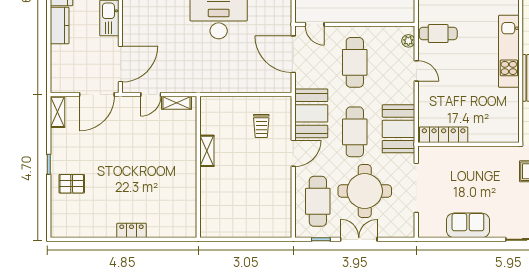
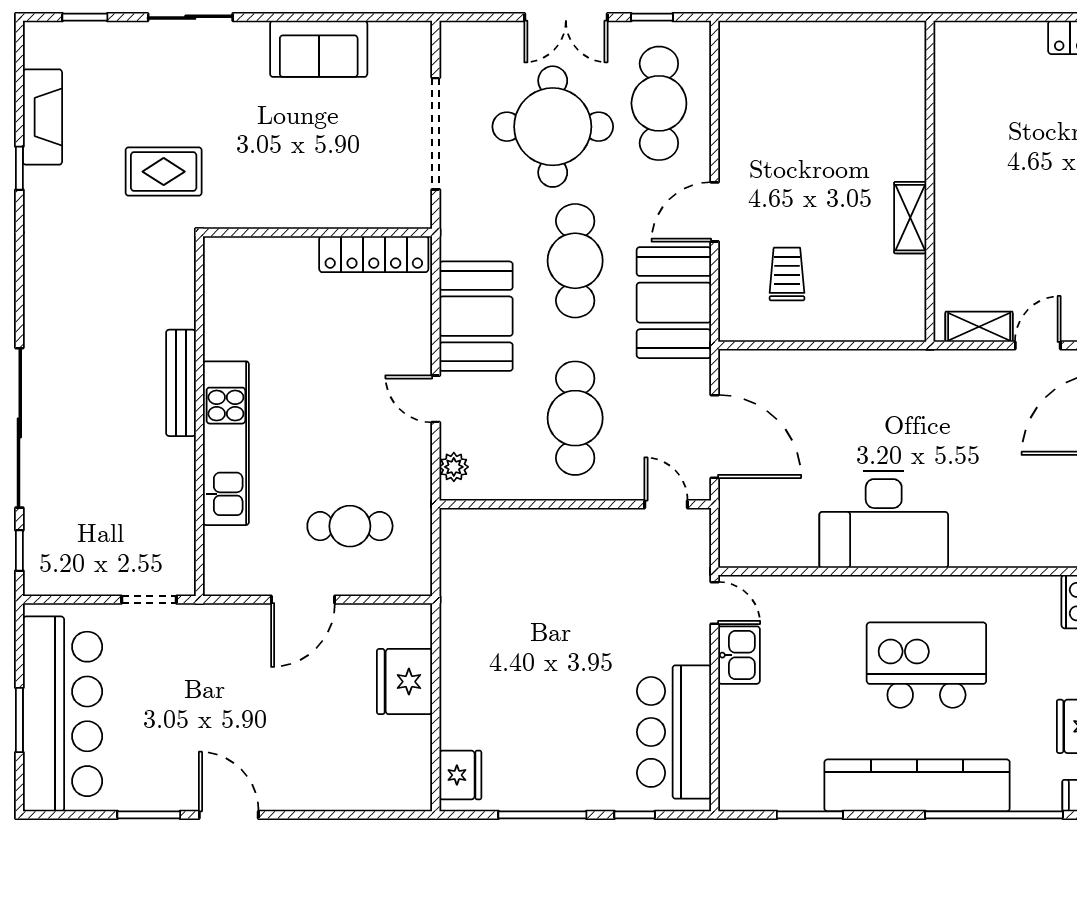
cafe table: (438, 34) -> (350, 526), moved
booth: (399, 129) -> (476, 316), moved

